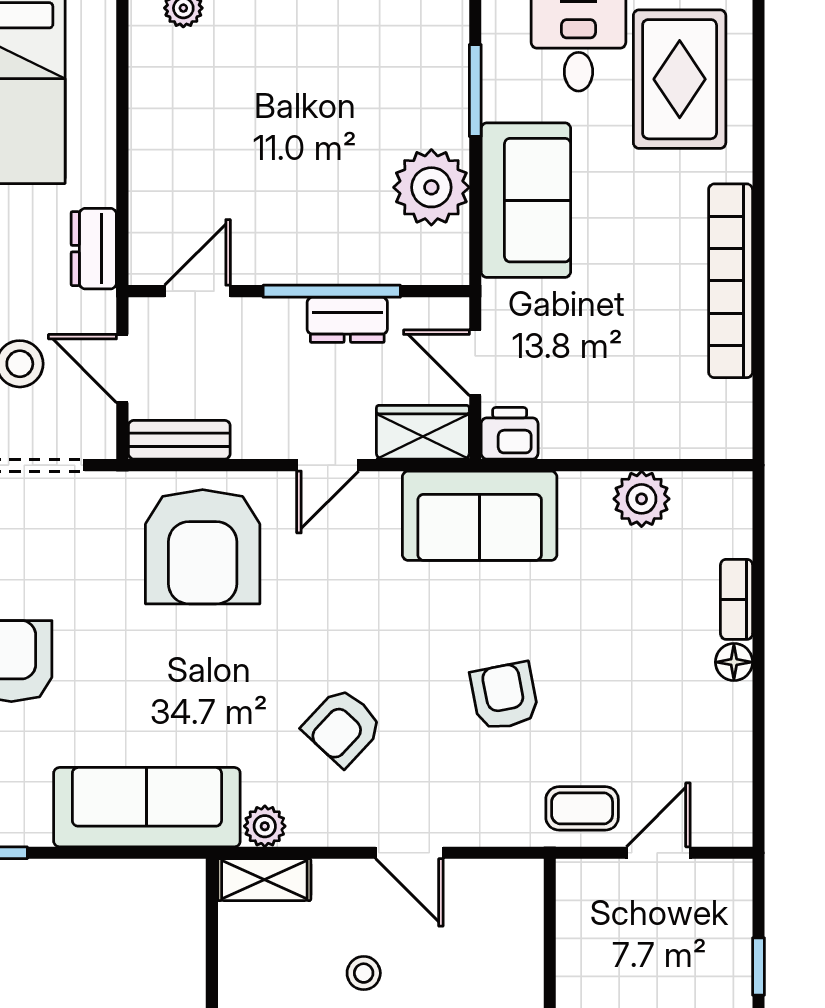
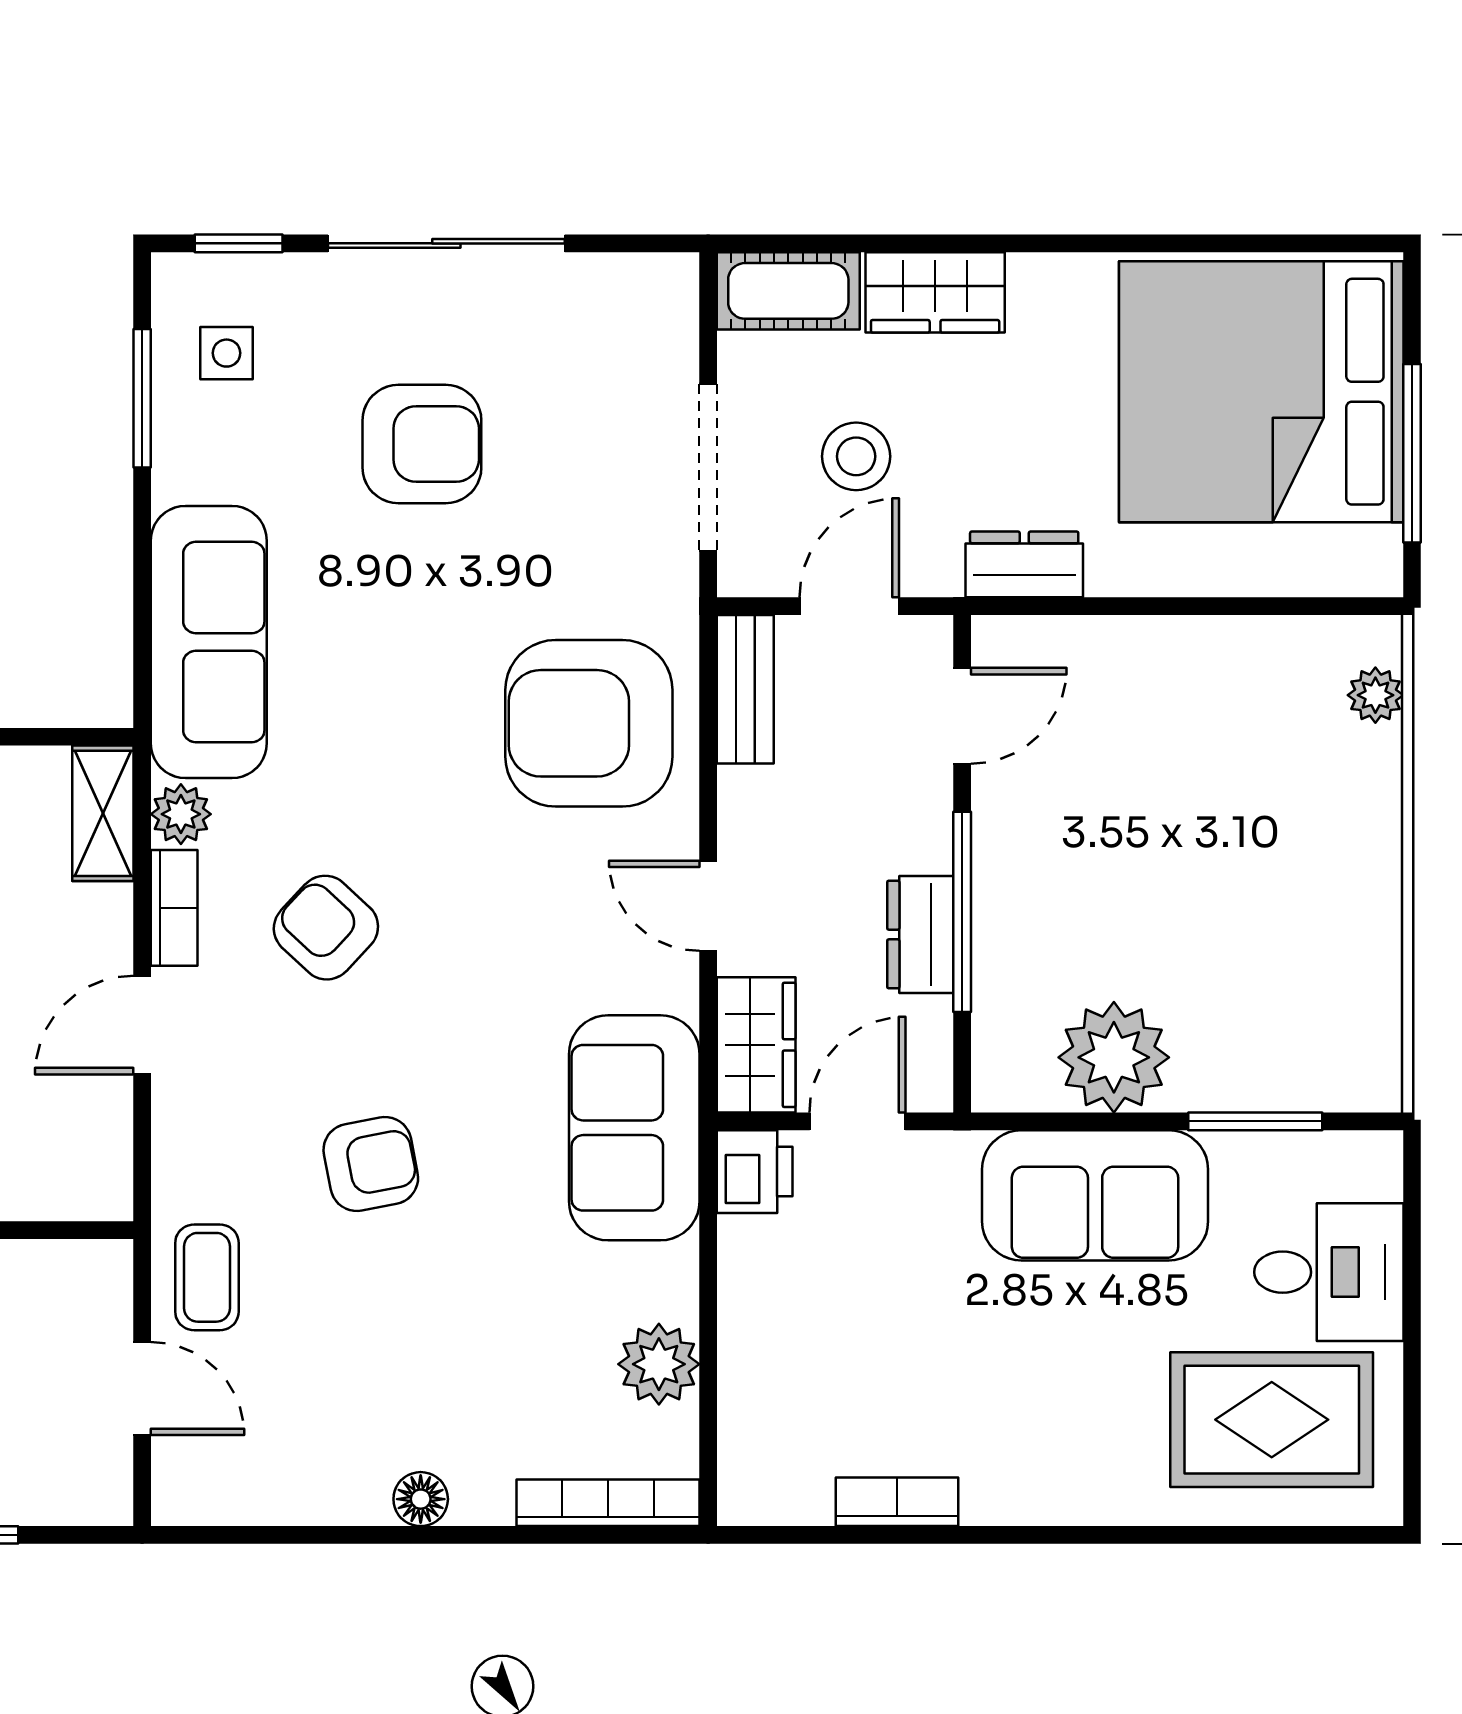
bookcase: (731, 281) -> (897, 1502), width x0.43, depth x0.76
door: (197, 291) -> (962, 716), hinge flipped
bookcase: (737, 599) -> (608, 1503), moved, width x1.56
bookcase: (329, 831) -> (174, 908), added

